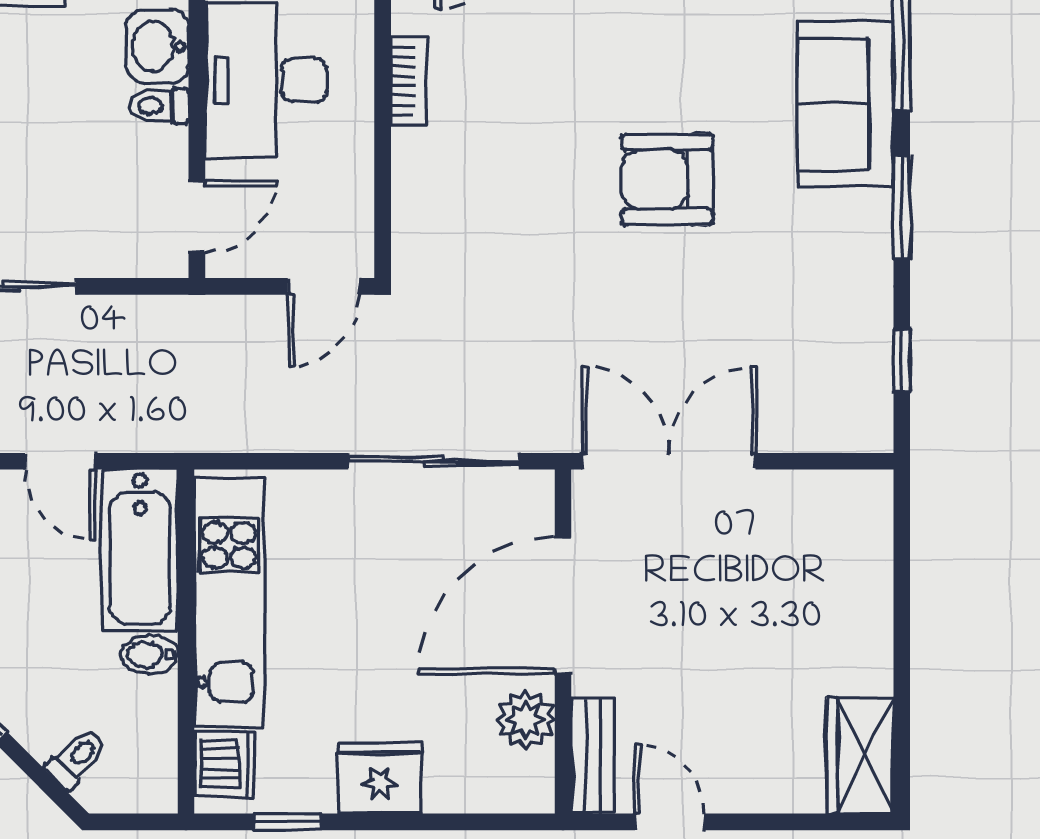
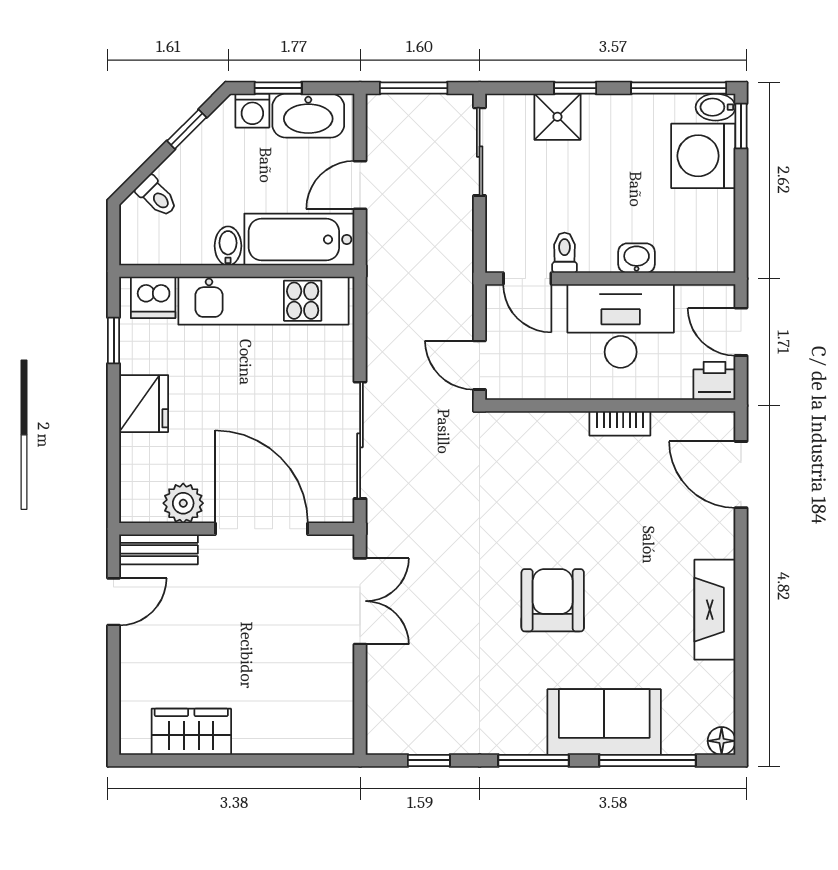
washbasin: (157, 46) -> (637, 258), width x0.72, depth x0.69
toilet: (159, 106) -> (565, 253), moved
double door: (669, 461) -> (360, 601), width x0.73
wardrobe: (860, 756) -> (191, 732), moved

